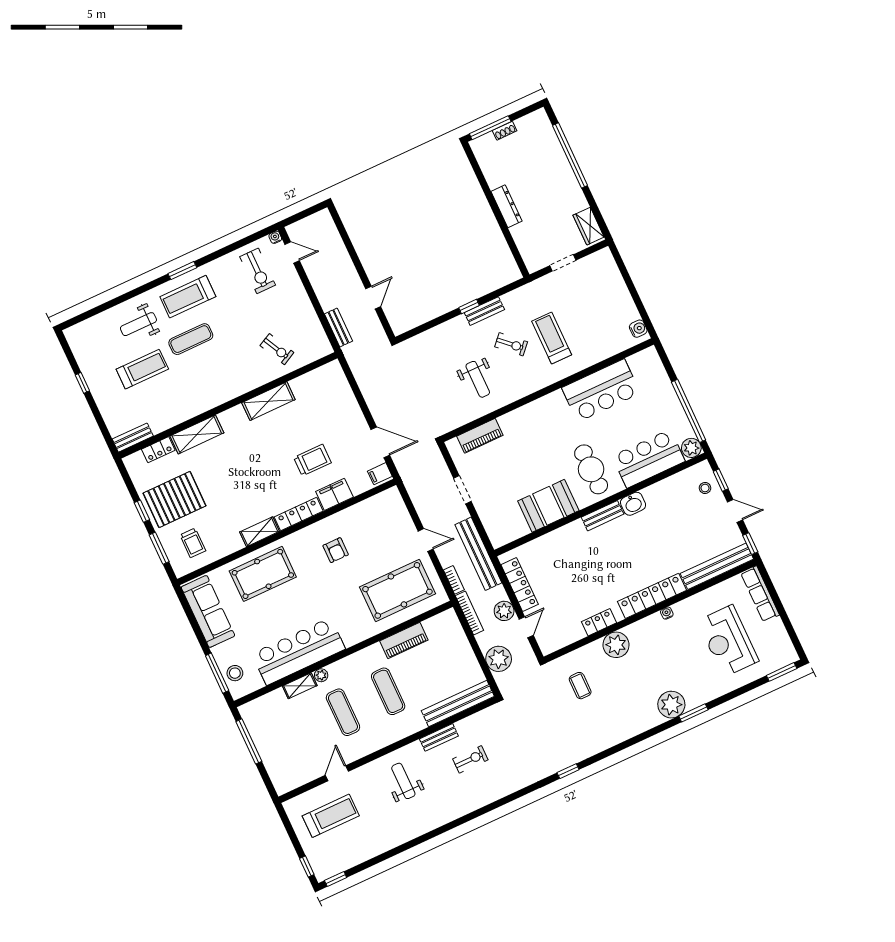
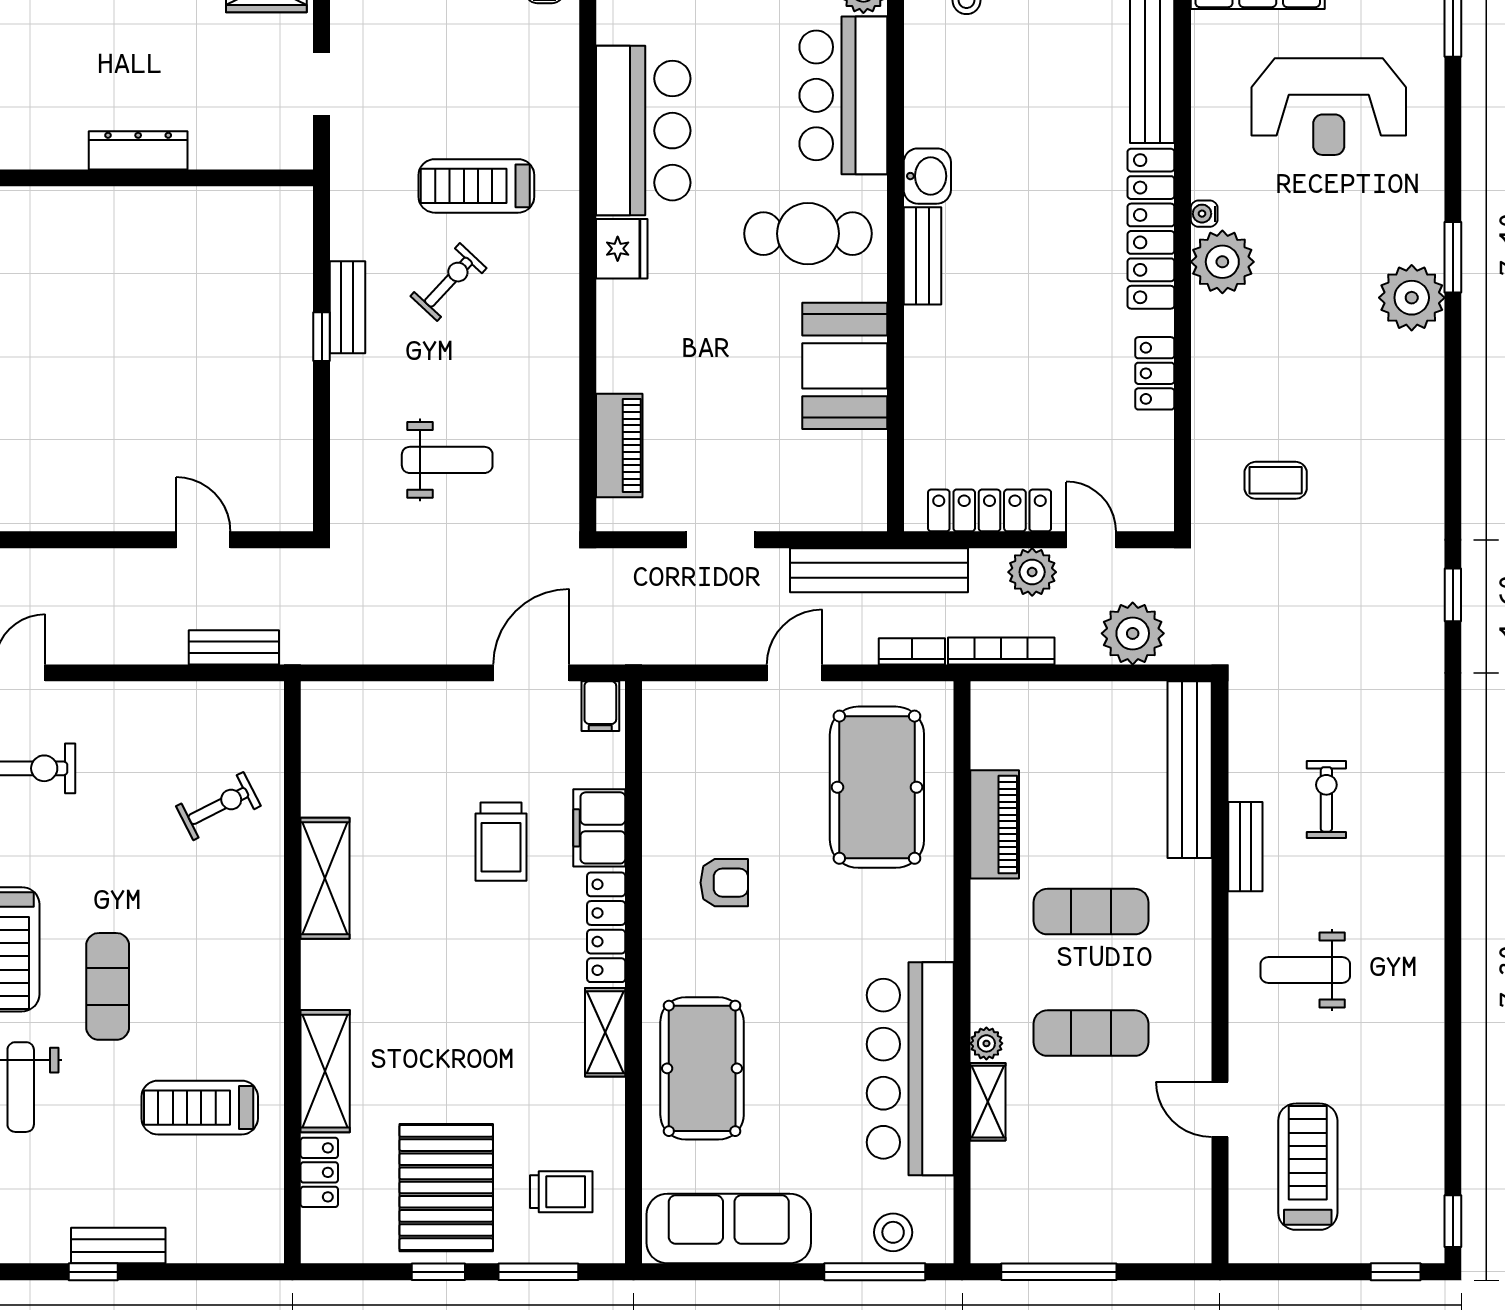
treadmill: (142, 369) -> (200, 1108), moved, turned -90
weight bench: (478, 379) -> (447, 460), moved
fridge: (553, 403) -> (622, 249), added
bench: (133, 438) -> (118, 1246), moved, turned 90
trolley: (312, 460) -> (501, 842), turned 180
plant: (616, 645) -> (1222, 262), moved

